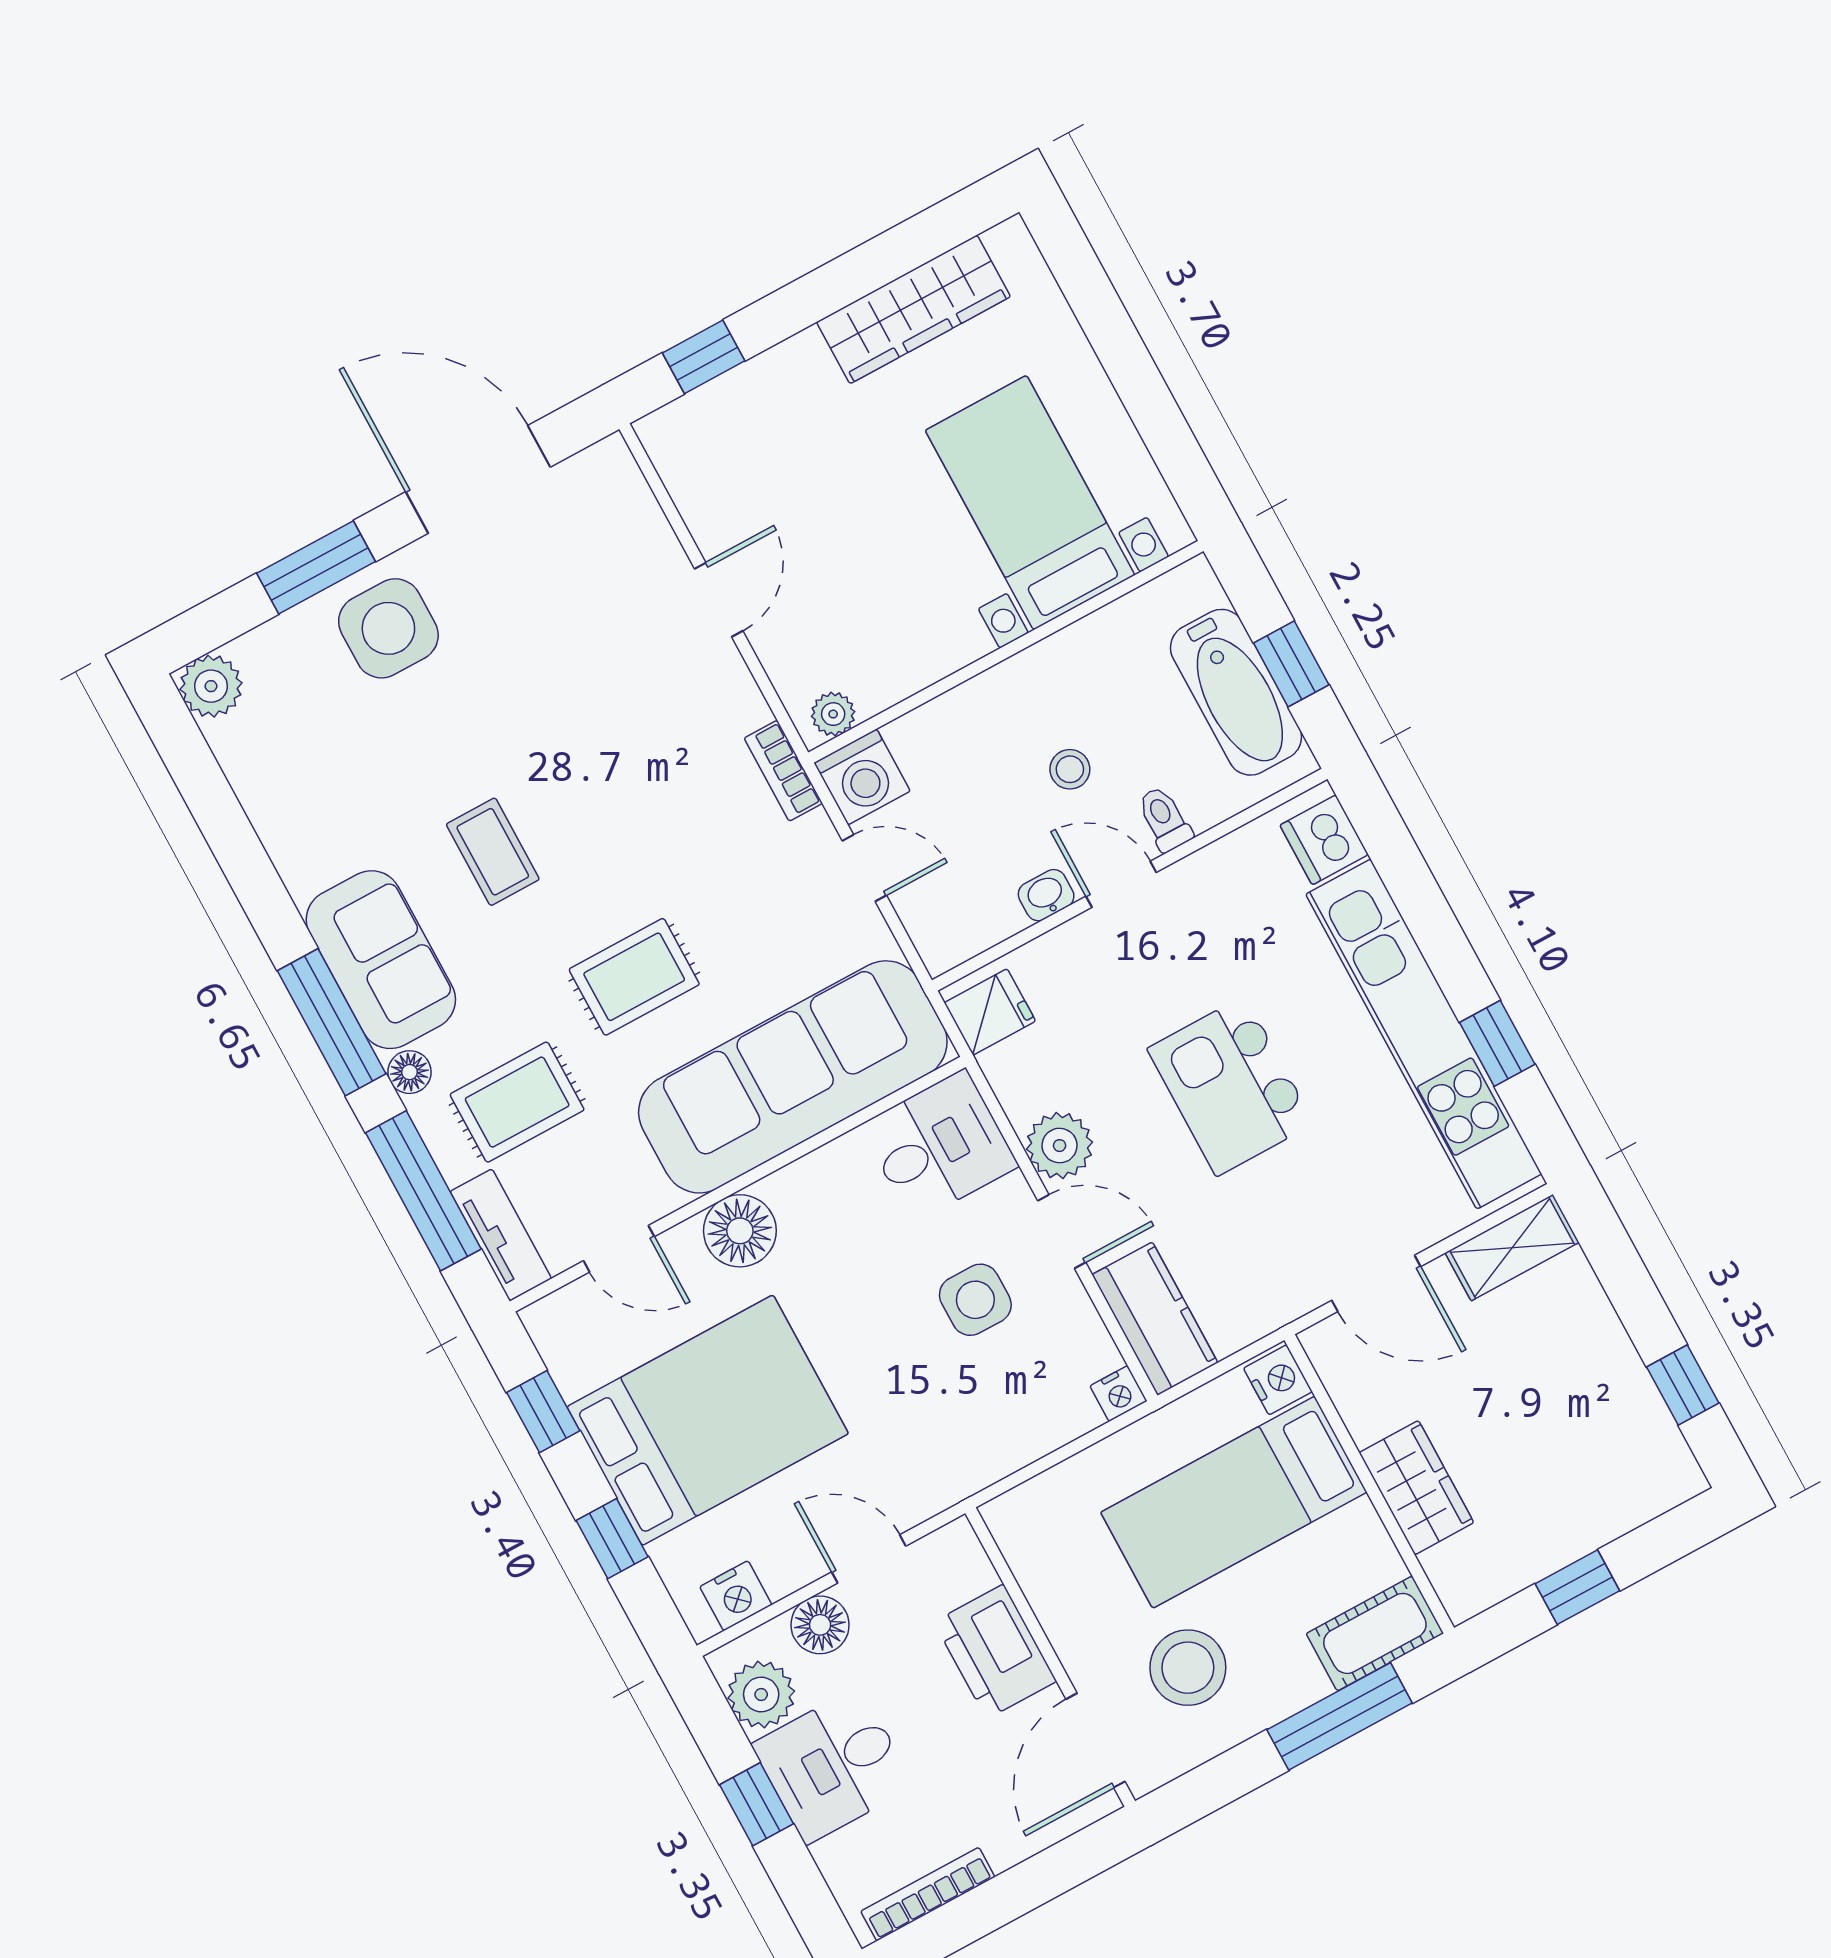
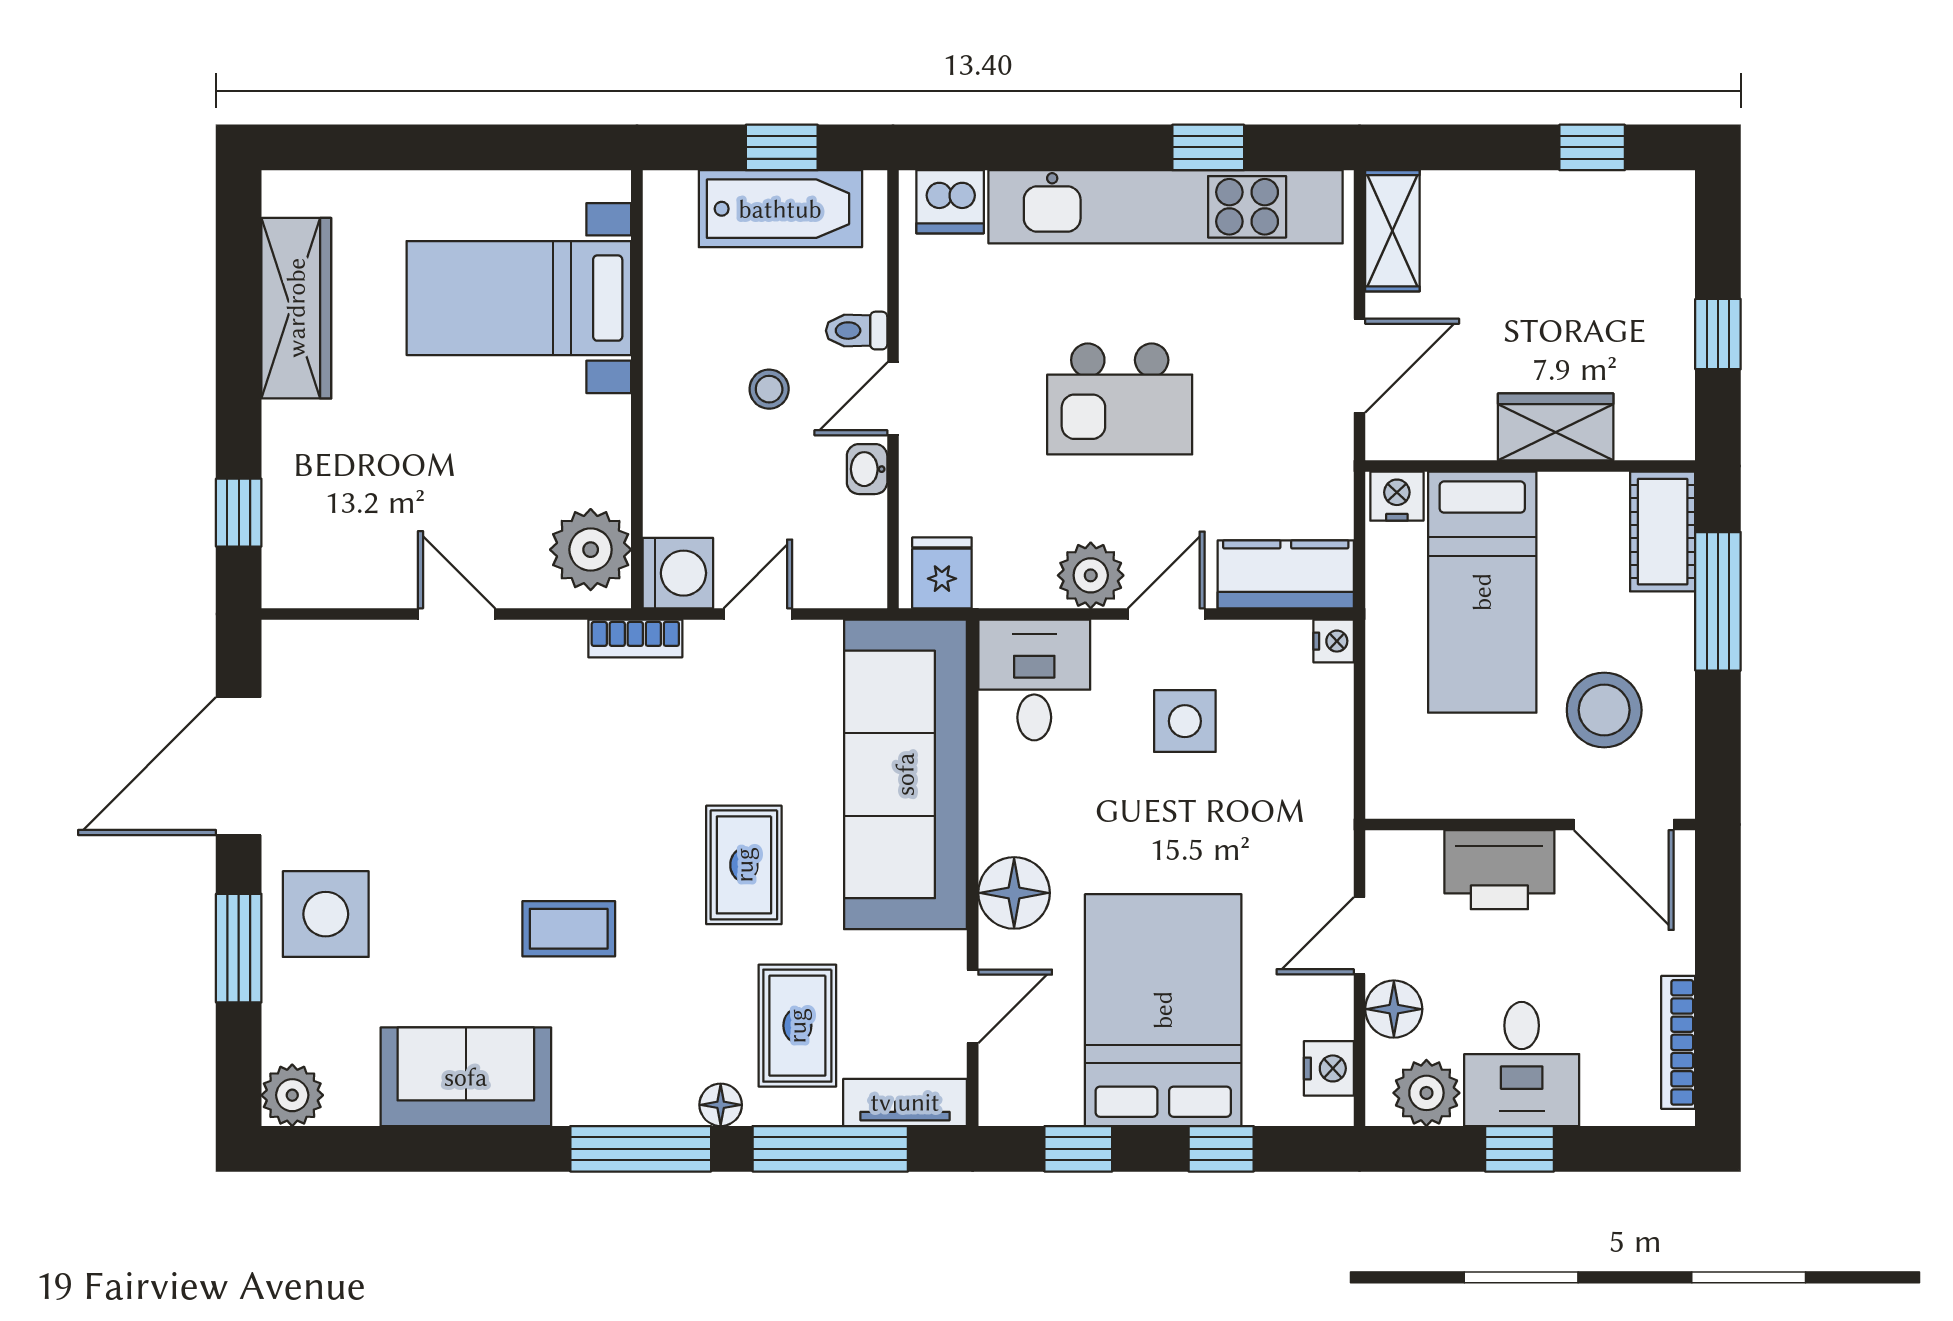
plant: (833, 714) -> (591, 550), width x1.88, depth x1.88
sofa: (381, 960) -> (466, 1077), moved

